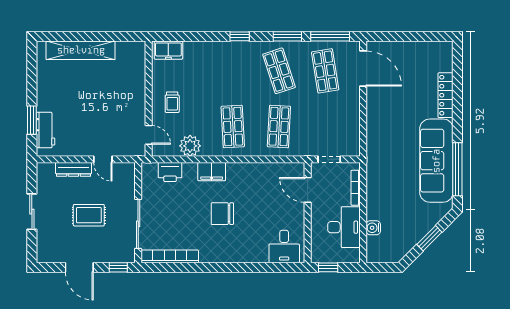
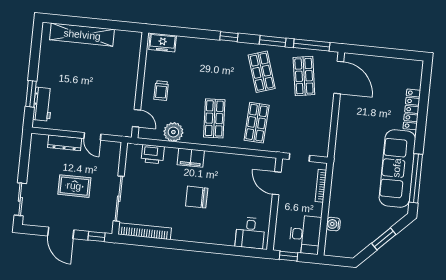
sliding door: (32, 212) -> (20, 199), moved
desk: (344, 227) -> (305, 235), moved

